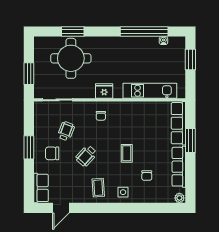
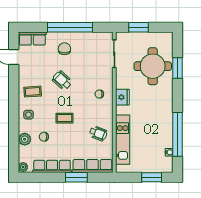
wheelchair: (66, 131) -> (98, 133), moved
window: (29, 147) -> (70, 27), width x2.11
plant: (149, 196) -> (25, 139), added

